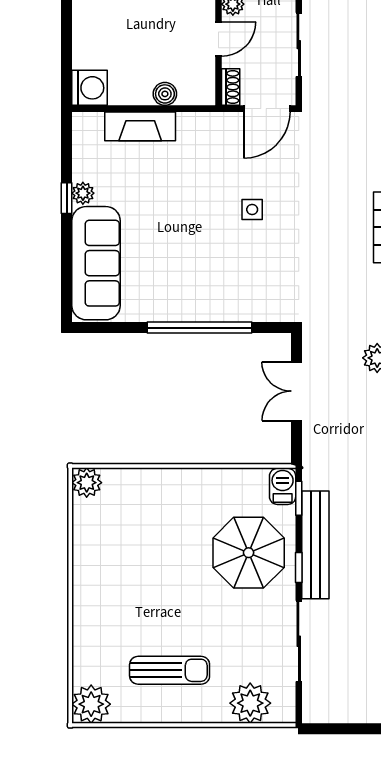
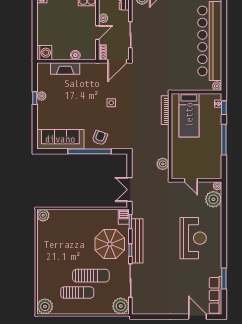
sofa: (96, 263) -> (60, 139), moved, turned -90
armchair: (225, 295) -> (100, 138), added
double door: (297, 391) -> (130, 190), moved
sun lounger: (203, 629) -> (91, 276), added
plant: (250, 703) -> (121, 306), moved

